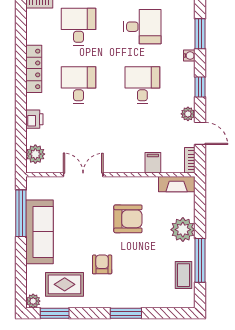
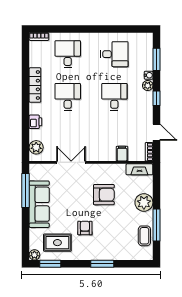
plant: (188, 114) -> (148, 86), moved

